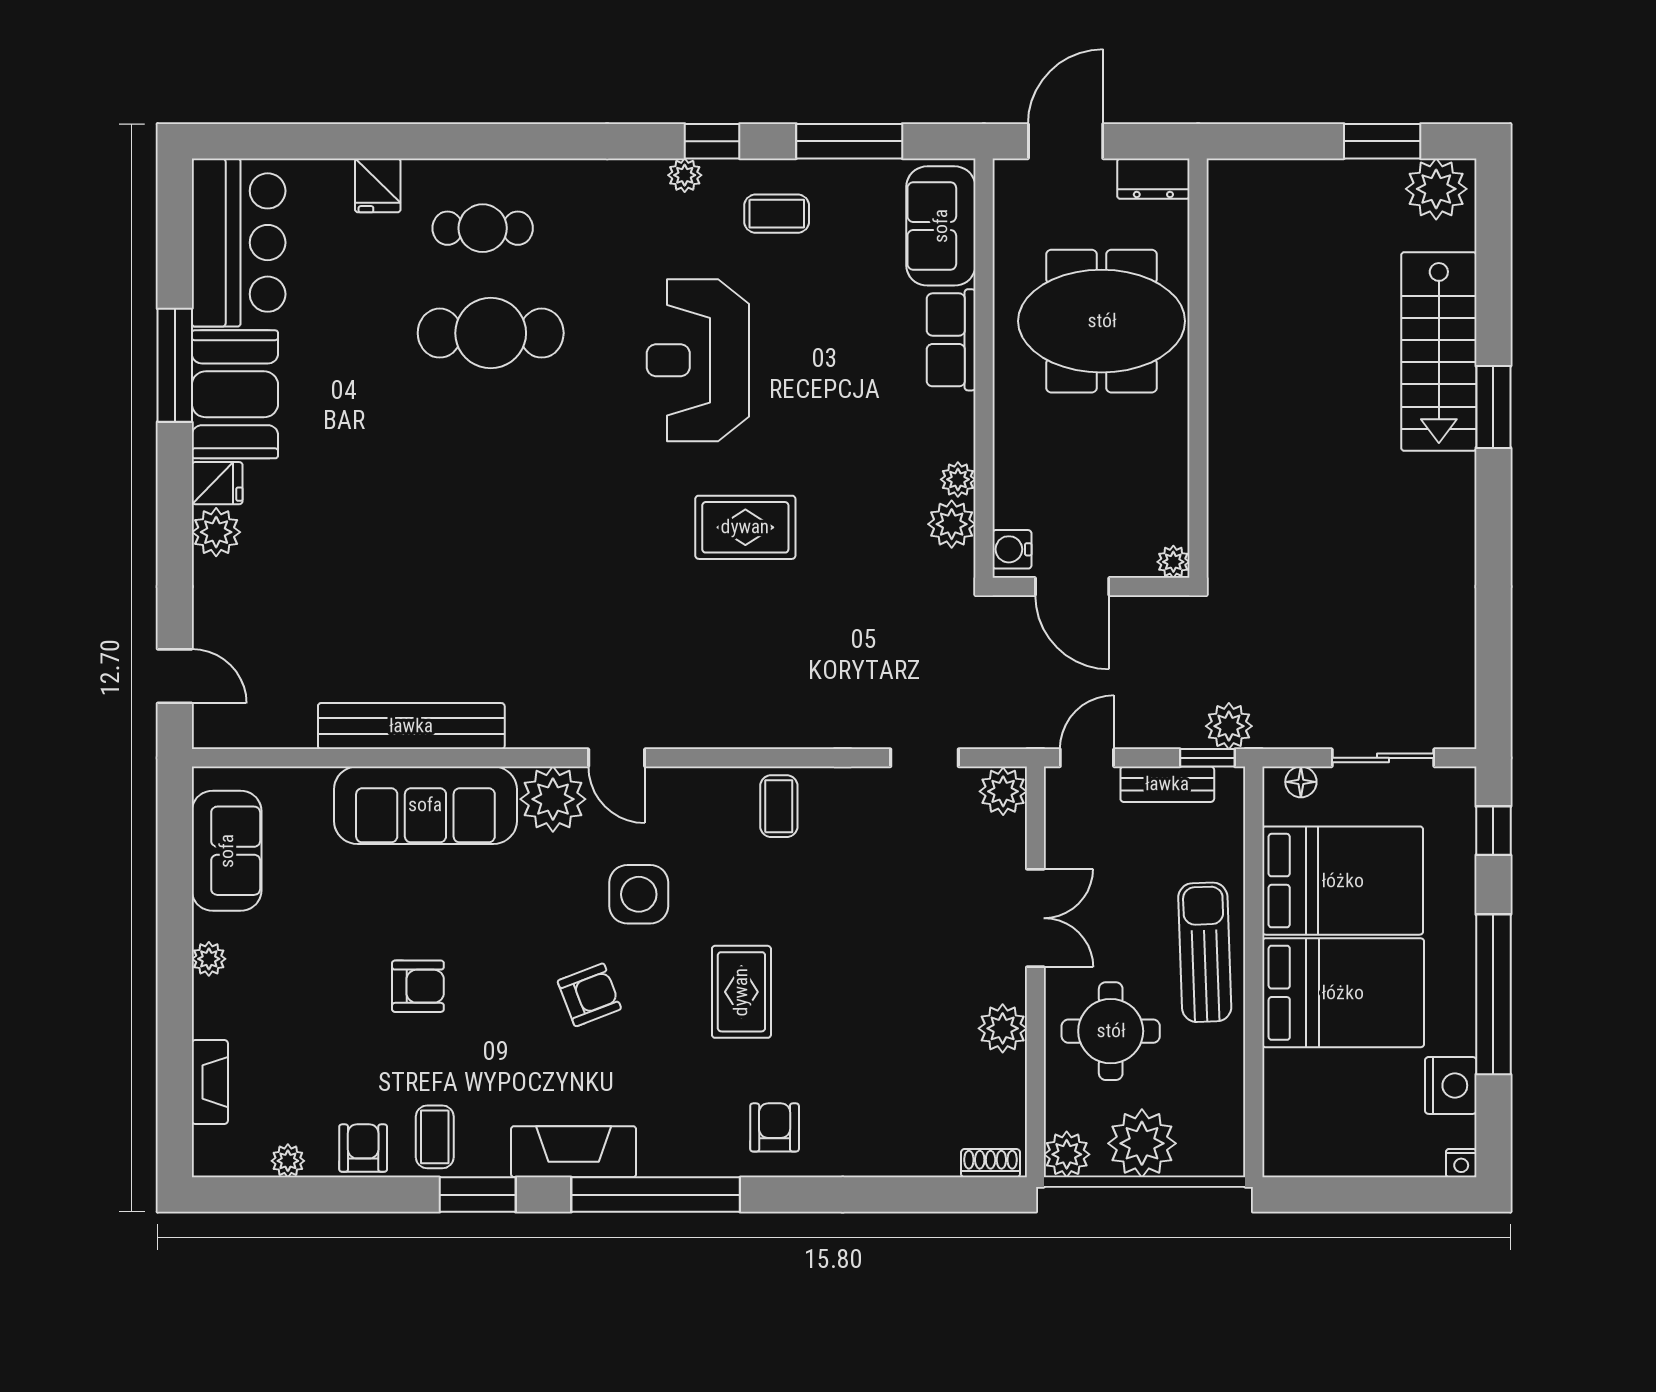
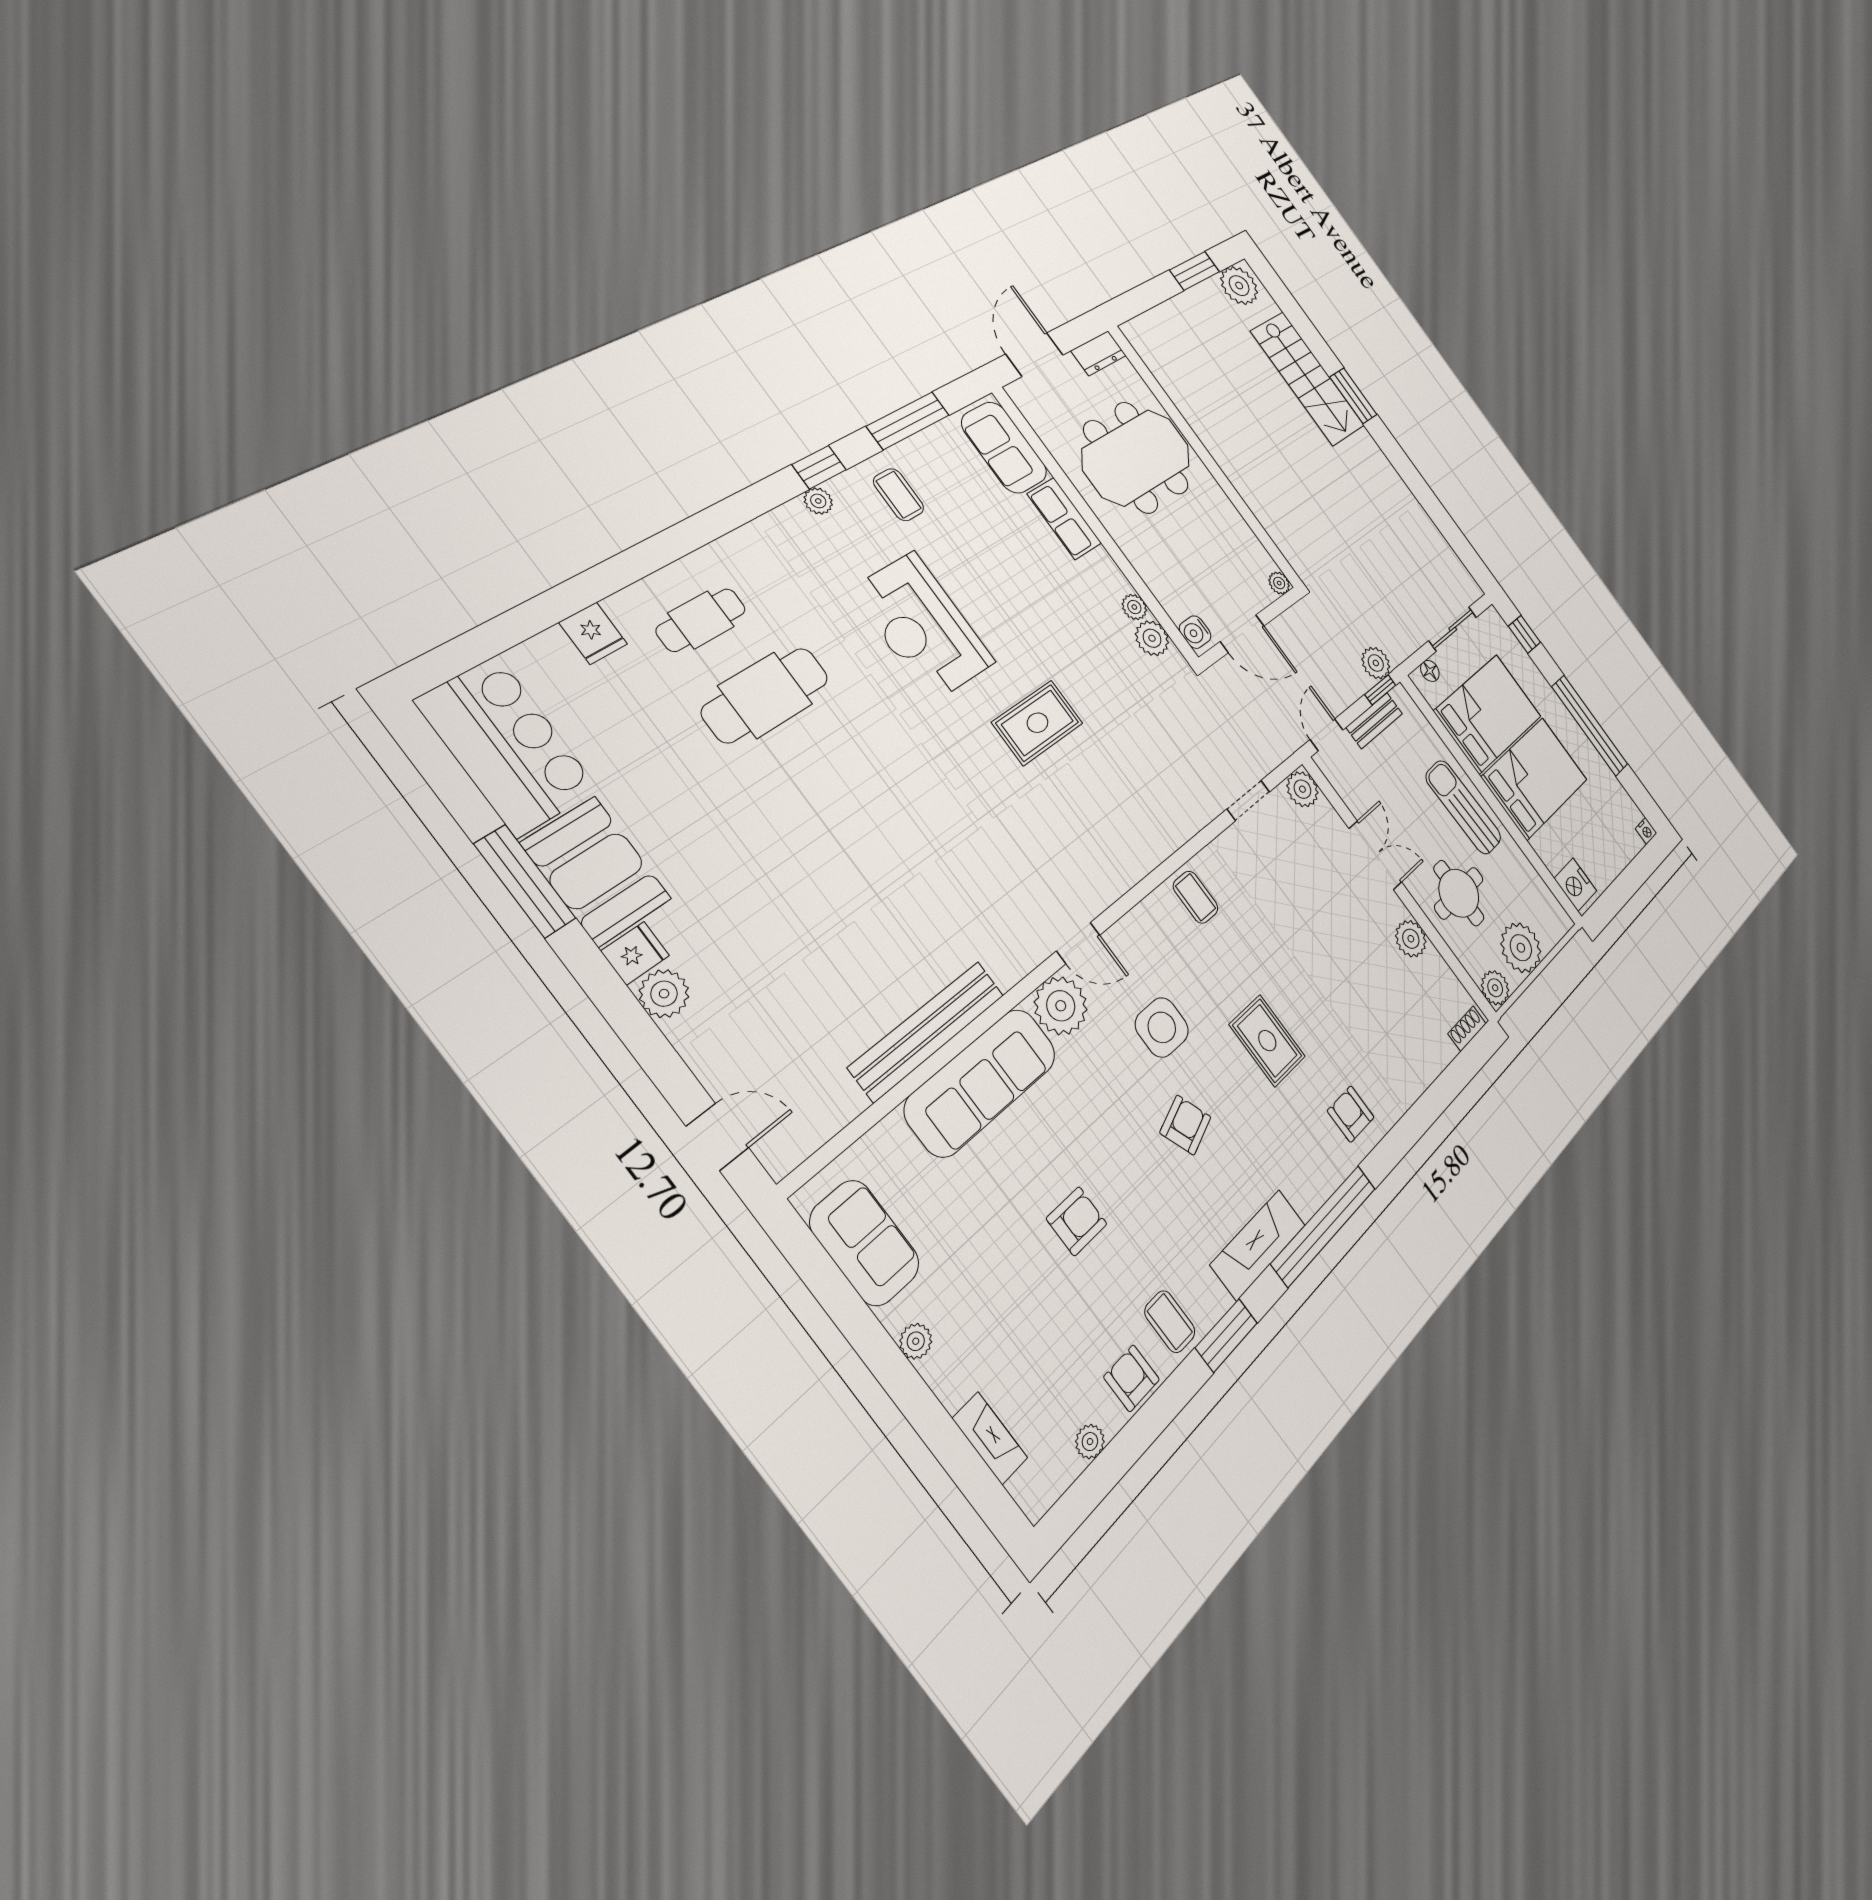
coffee table: (777, 214) -> (899, 495), turned 90
nightstand: (1451, 1085) -> (1575, 885), moved, turned 180

